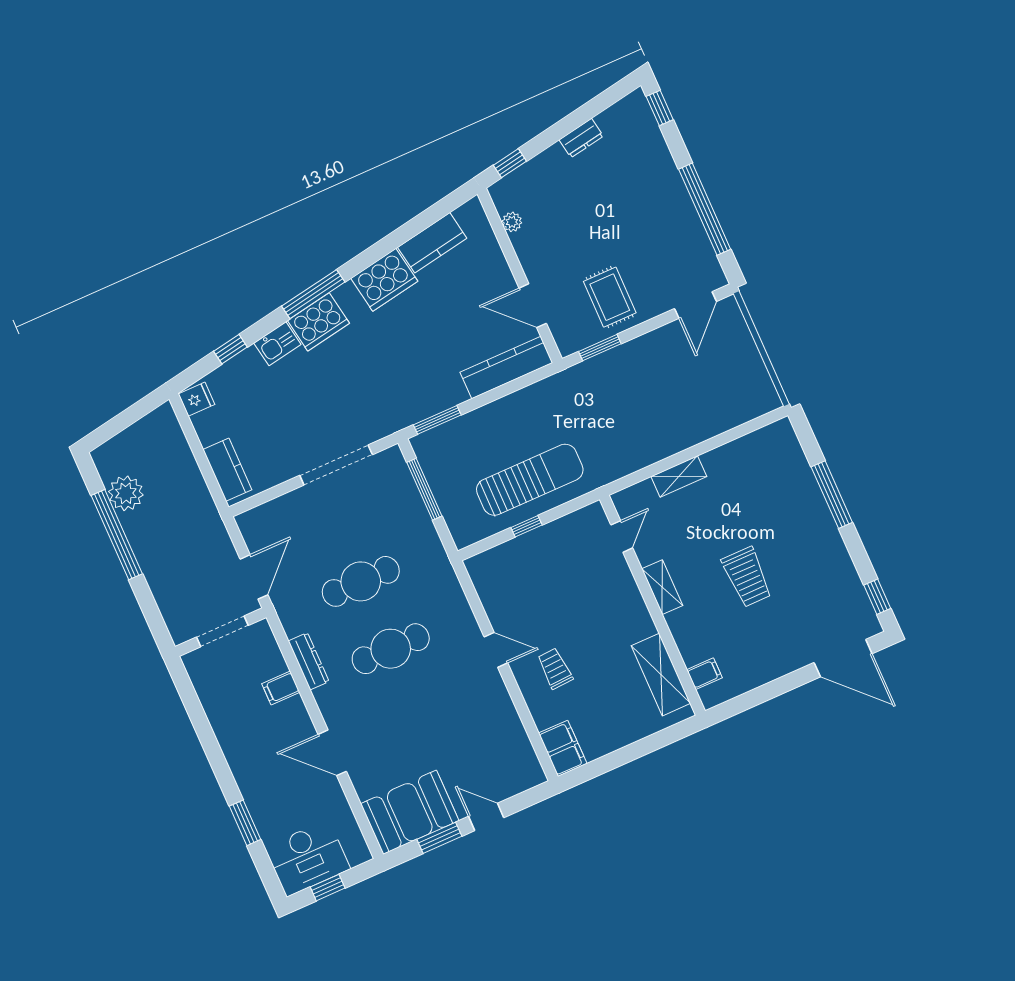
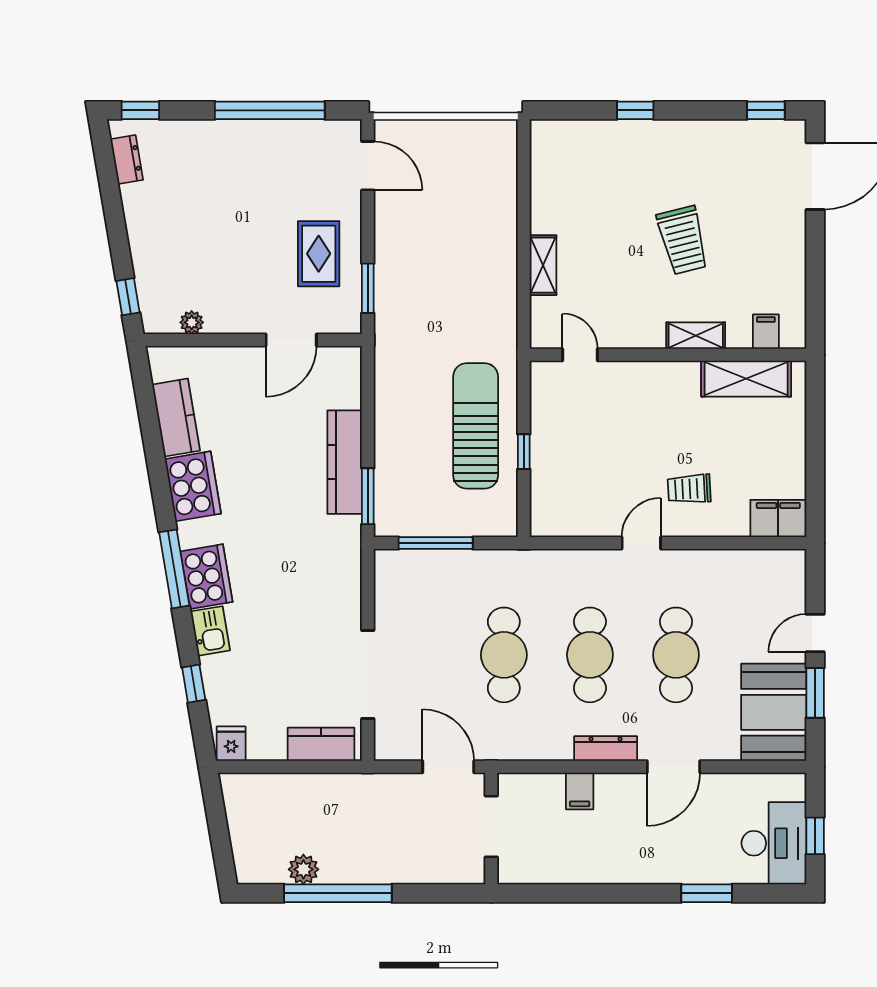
dresser: (581, 138) -> (127, 160), moved
rug: (610, 297) -> (319, 254), turned 90
kitchen counter: (506, 368) -> (345, 462), moved
doorway: (336, 465) -> (368, 674), moved
plant: (126, 493) -> (303, 869), width x0.73, depth x0.73
window: (832, 495) -> (635, 110), width x0.46
trolley: (747, 577) -> (683, 240), turned 76
shelving: (662, 587) -> (696, 336), moved
dresser: (309, 661) -> (606, 749), moved
cafe table: (421, 716) -> (676, 655), added

